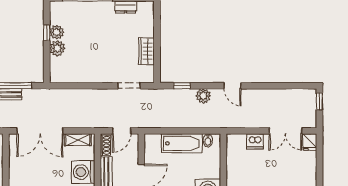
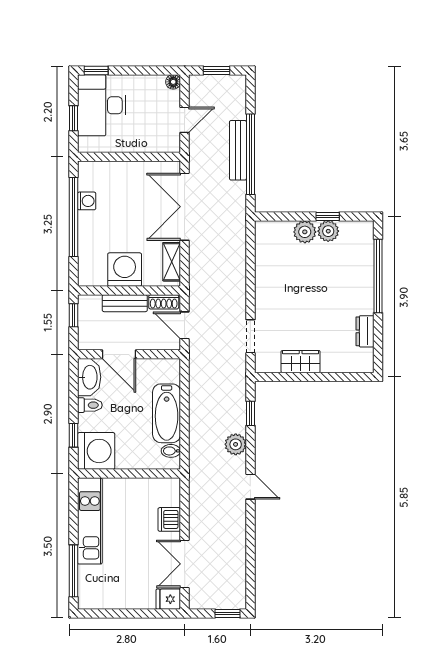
door: (232, 86) -> (250, 487), swing flipped

